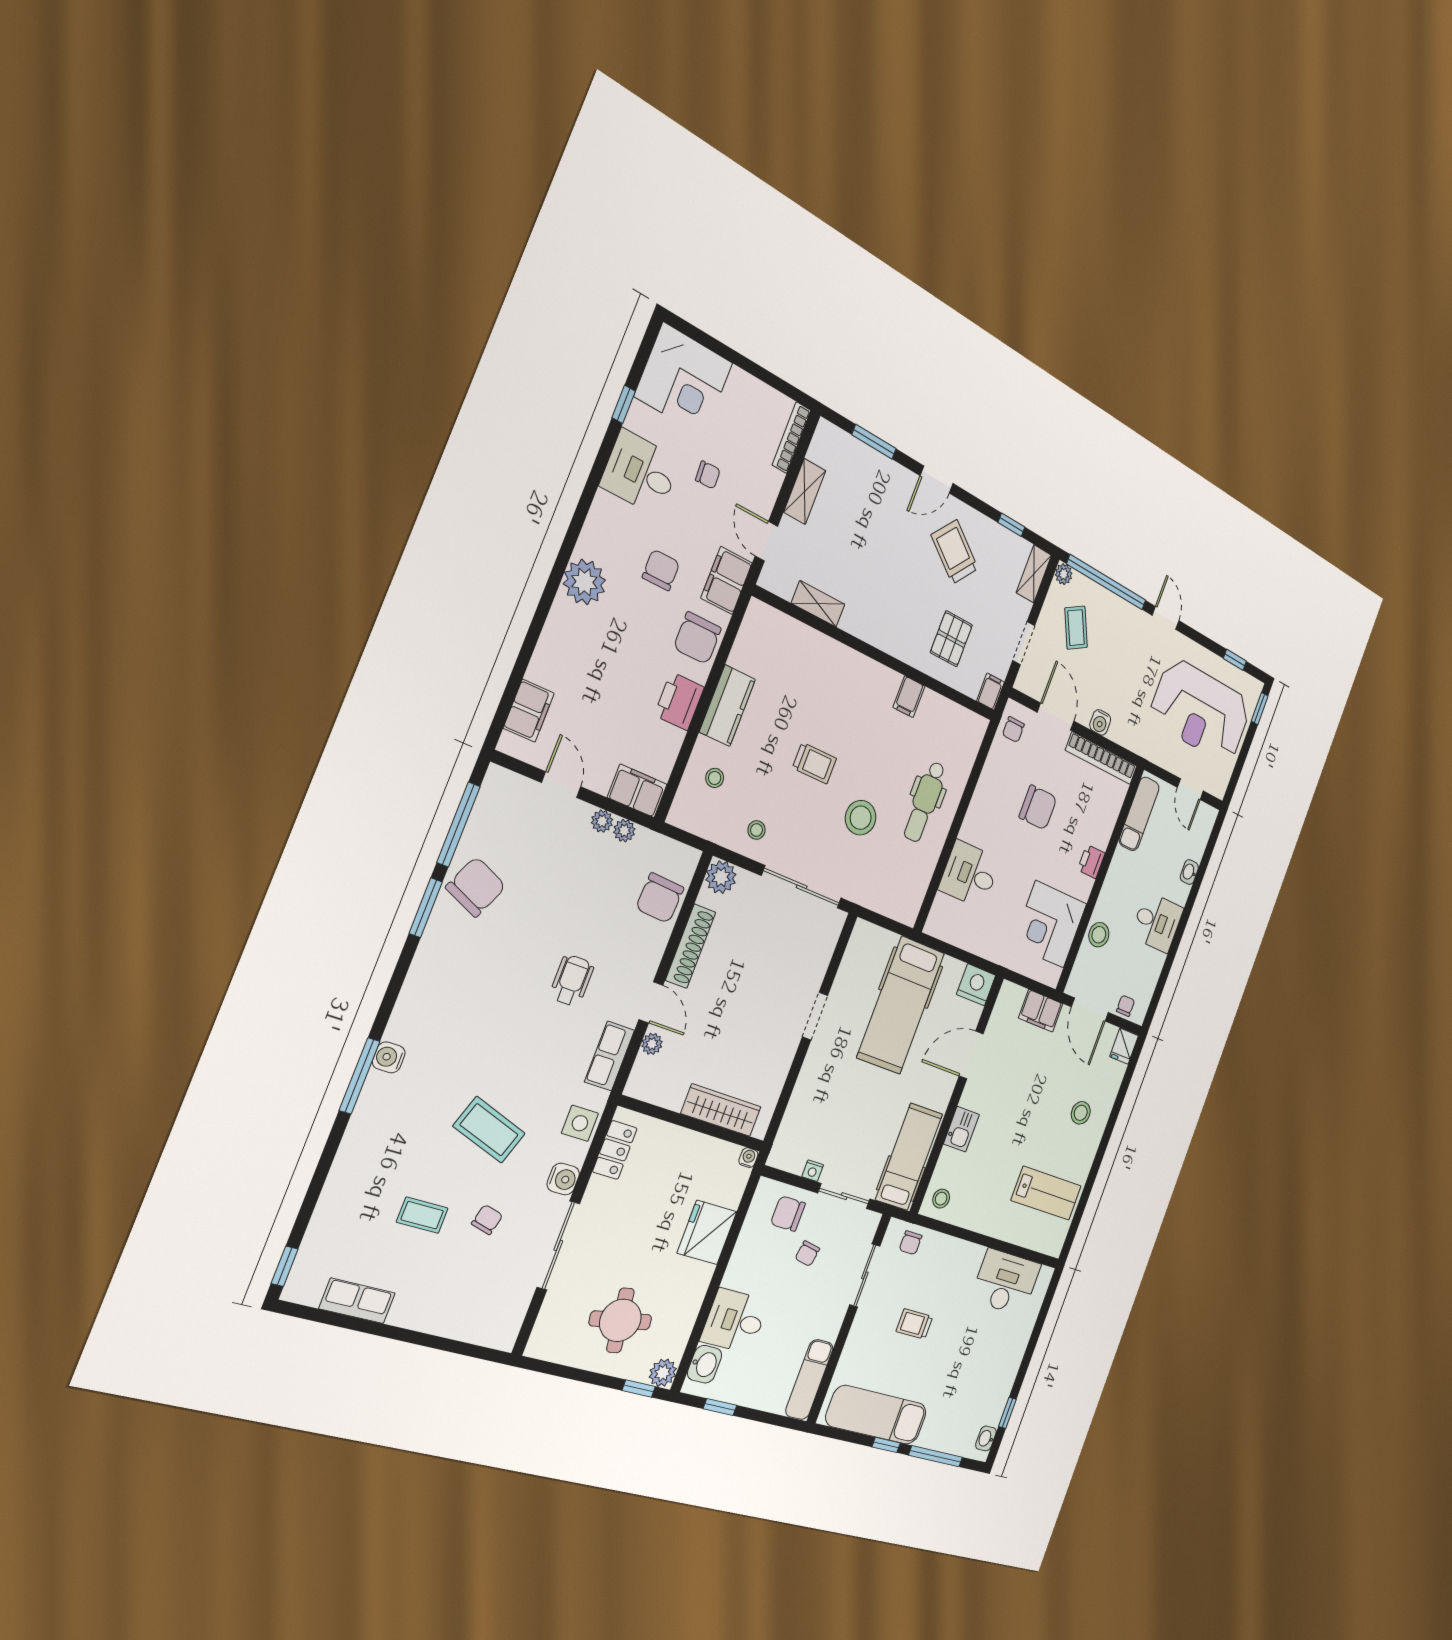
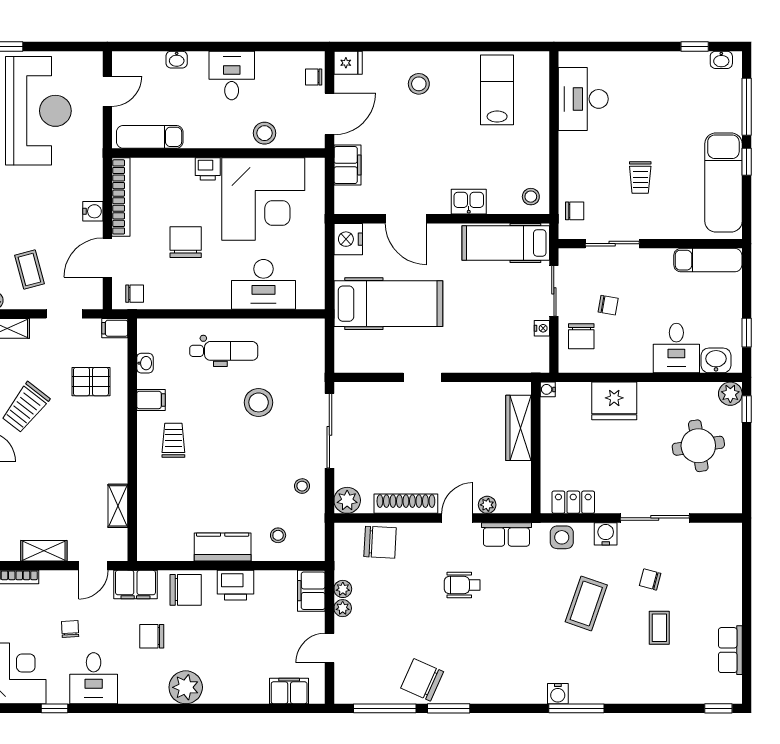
coffee table: (1076, 628) -> (29, 270), turned -76
washbasin: (946, 708) -> (145, 363), added
trolley: (814, 763) -> (173, 440), moved
desk: (970, 874) -> (263, 284), width x1.37
corner desk: (1050, 924) -> (263, 199), width x1.36, depth x1.36

